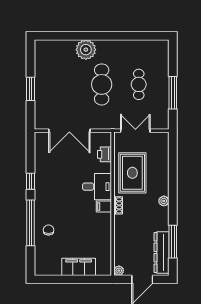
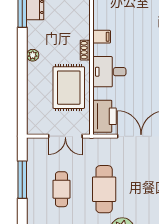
printer: (104, 154) -> (105, 116), width x1.87, depth x1.48
filing cabinet: (104, 206) -> (102, 37), moved

